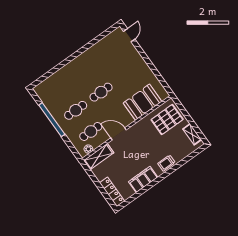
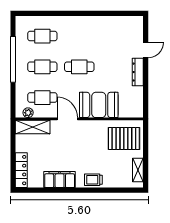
door: (129, 35) -> (146, 50), moved
dresser: (144, 67) -> (138, 72), added
cafe table: (60, 89) -> (42, 36), added
booth: (142, 102) -> (99, 105), moved

